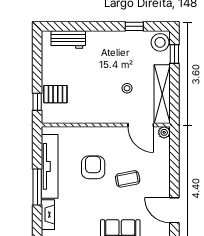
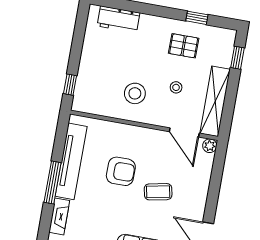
stool: (160, 42) -> (135, 93), moved
pallet: (55, 94) -> (184, 46), moved
armchair: (93, 167) -> (121, 171), turned 90

